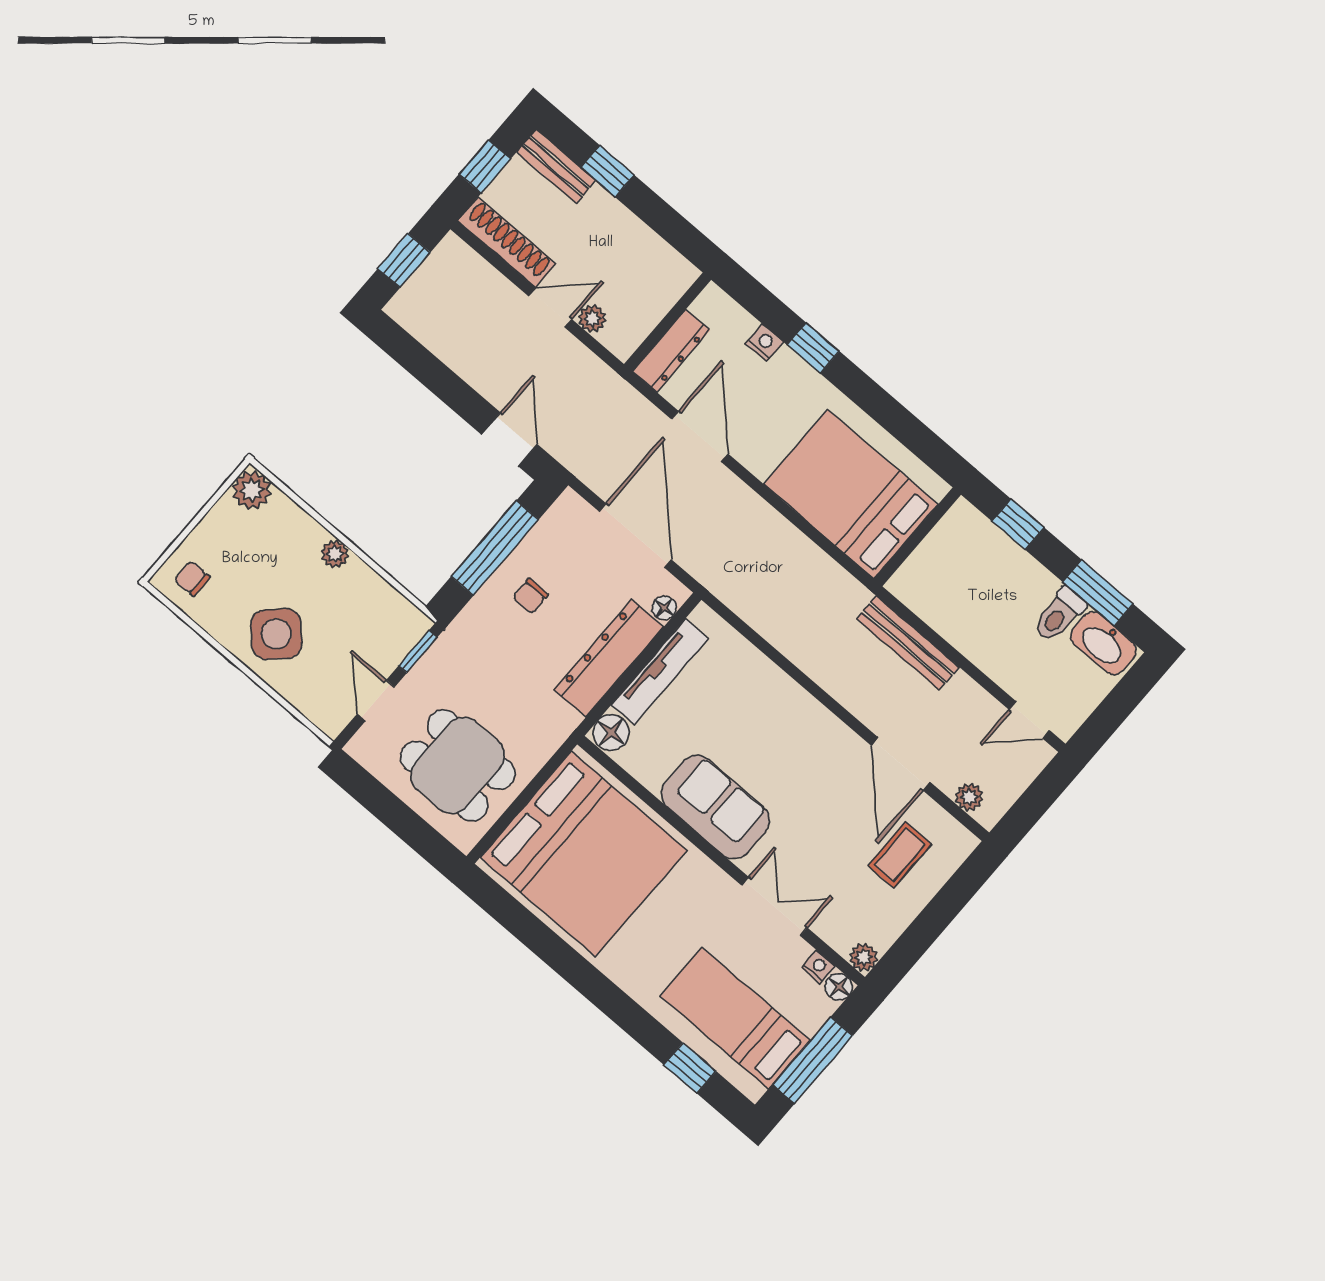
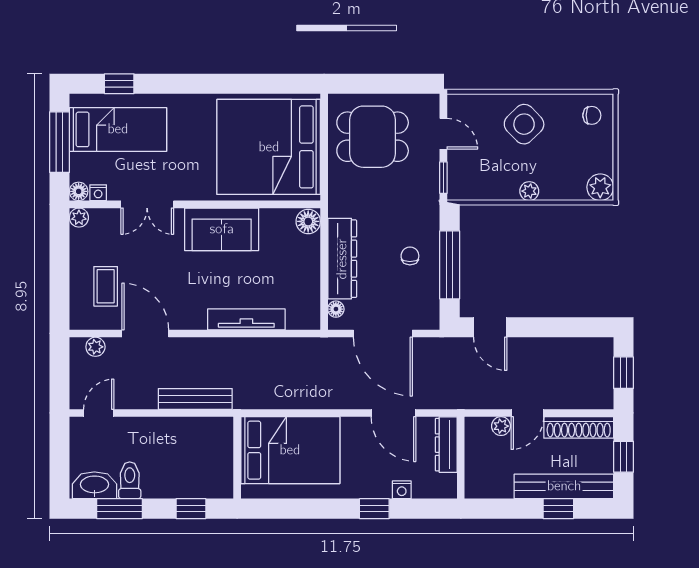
bench: (556, 166) -> (564, 486), width x1.86, depth x1.21
tv unit: (660, 672) -> (246, 319), moved, turned 90

